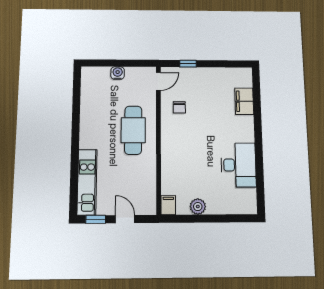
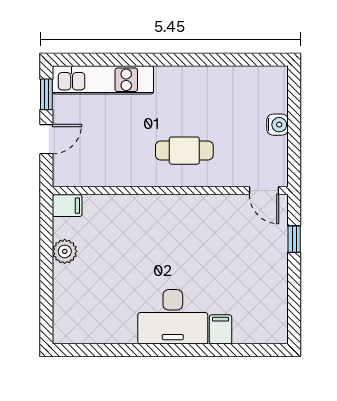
filing cabinet: (244, 101) -> (221, 329), width x0.50
chair: (179, 107) -> (221, 224), removed
cafe table: (133, 130) -> (184, 151), width x0.73, depth x0.74
desk: (238, 165) -> (173, 317), moved

